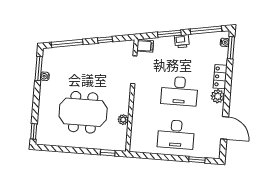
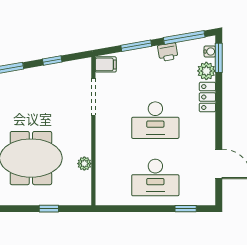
printer: (182, 41) -> (168, 52), moved
plant: (218, 96) -> (206, 71), moved
window: (108, 153) -> (49, 209), moved

